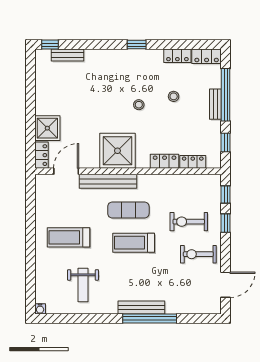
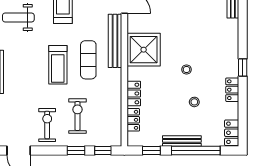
locker: (177, 56) -> (232, 90), moved
bench: (215, 104) -> (182, 141), width x1.36
treadmill: (134, 243) -> (58, 65), turned 180

